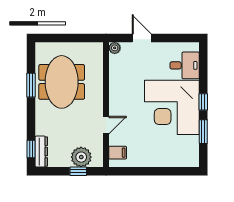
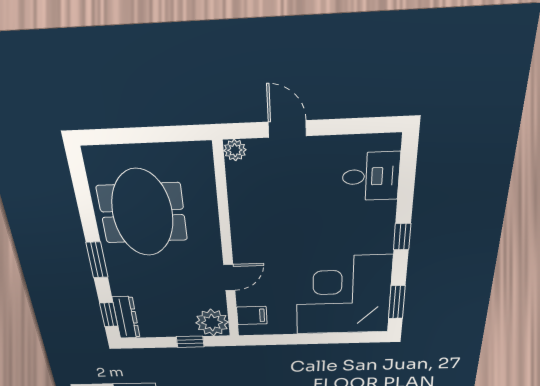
window: (31, 85) -> (97, 260), moved
corner desk: (172, 107) -> (343, 295), moved, turned 90
window: (203, 132) -> (397, 302), moved
plant: (81, 157) -> (212, 323), moved

